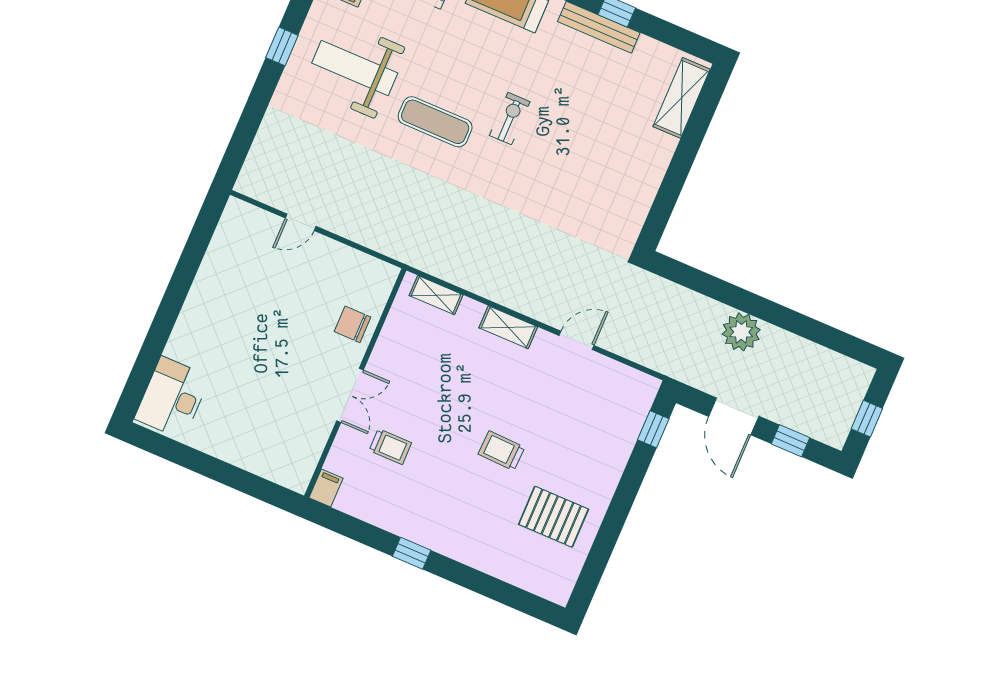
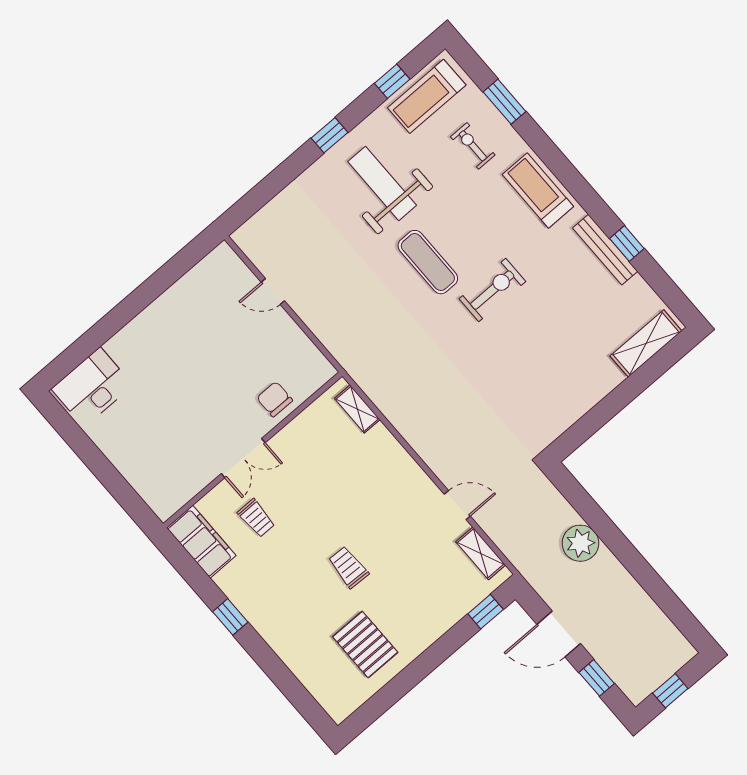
exercise bike: (510, 119) -> (492, 290), width x1.38, depth x1.39
shelving: (508, 327) -> (481, 553), moved
plant: (741, 332) -> (580, 543), moved
door: (734, 416) -> (559, 634), hinge flipped
filing cabinet: (326, 488) -> (201, 542), width x3.00, depth x1.17

